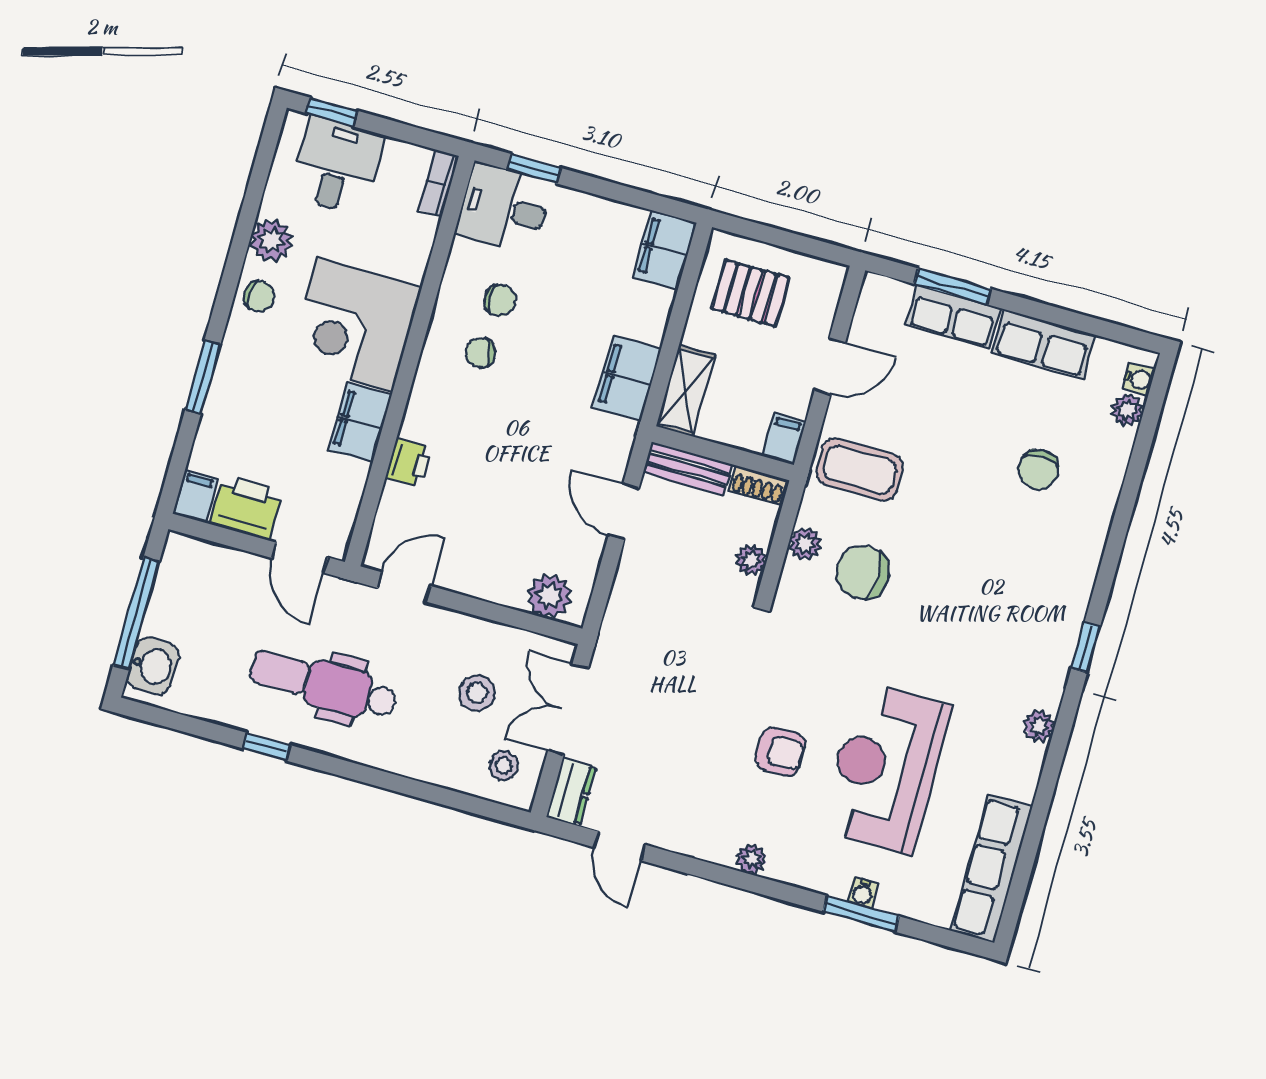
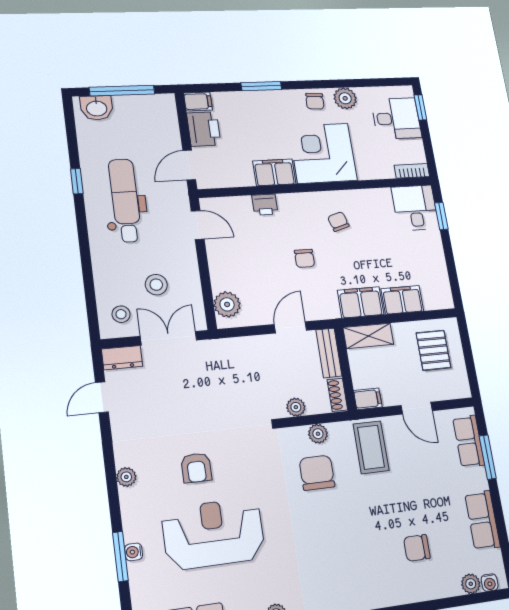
filing cabinet: (665, 250) -> (402, 300), moved
chair: (500, 300) -> (305, 258), moved
row of seats: (953, 316) -> (469, 441), moved

